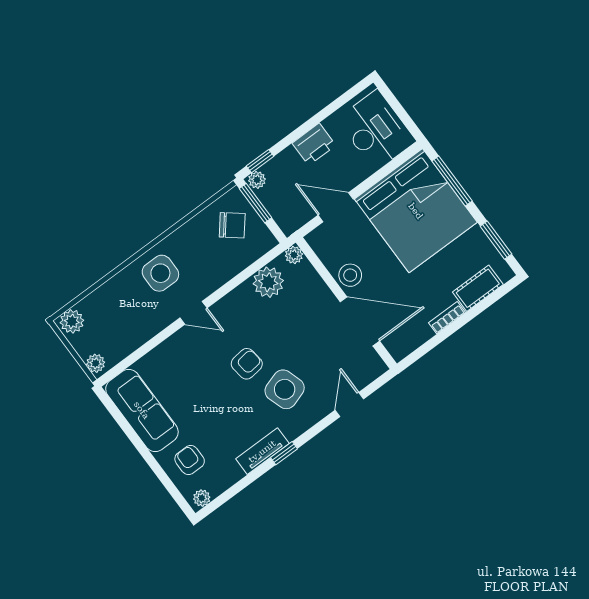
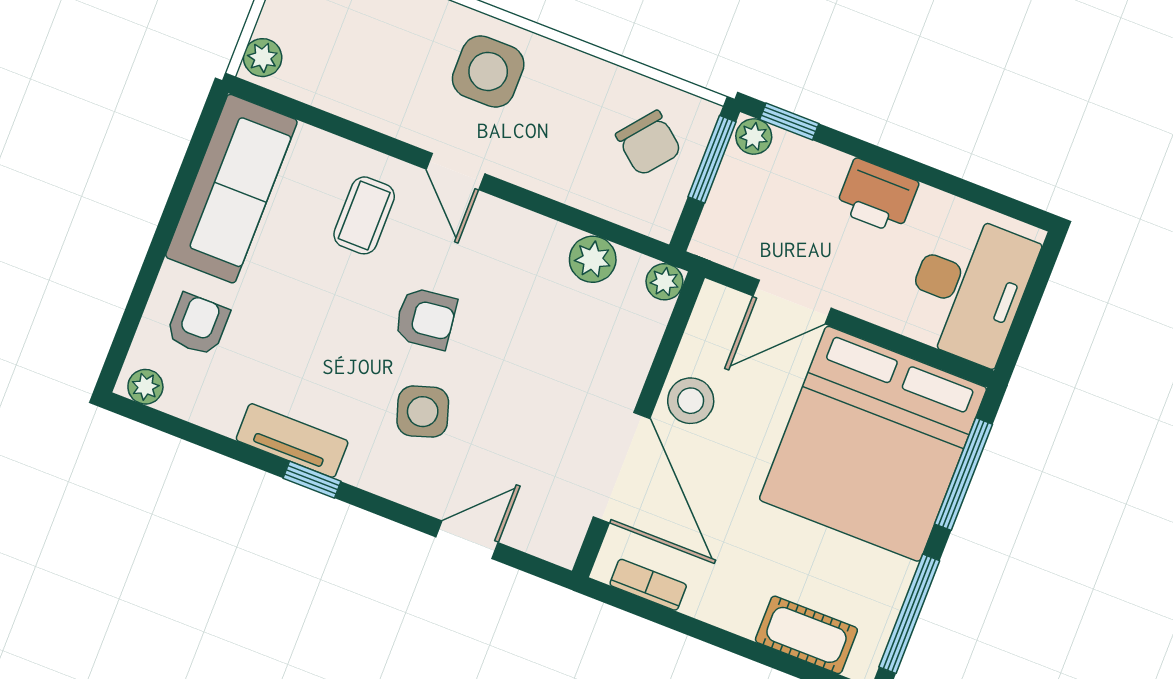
door: (336, 207) -> (792, 302), swing flipped
window: (496, 240) -> (909, 614), width x1.44
plant: (268, 282) -> (593, 259), width x0.73, depth x0.73
bookcase: (447, 318) -> (648, 585), moved
coffee table: (188, 362) -> (364, 215), added
side table: (285, 389) -> (423, 412), width x0.73, depth x0.73

